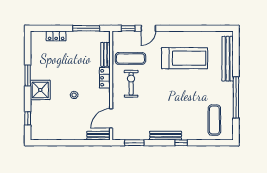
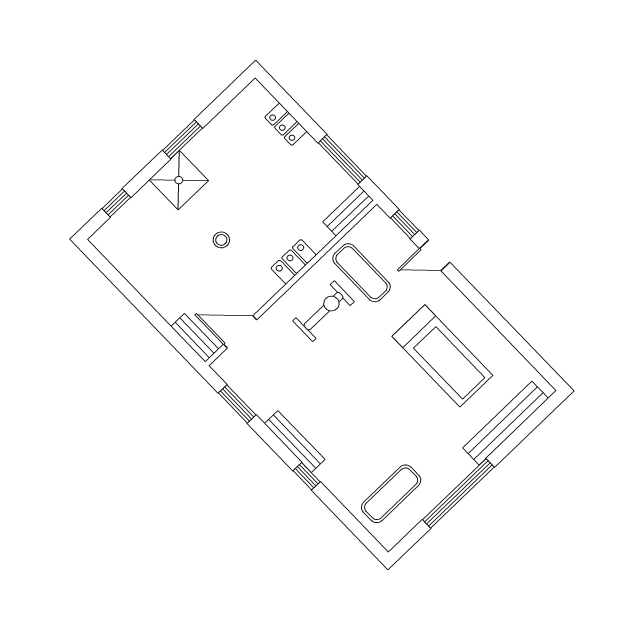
bench: (105, 54) -> (348, 211), moved

